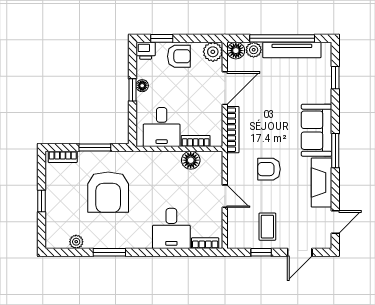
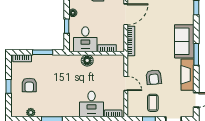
window: (132, 90) -> (67, 26), moved
floor lamp: (191, 160) -> (87, 60), moved
armchair: (269, 169) -> (154, 77), moved, turned -96
armchair: (108, 192) -> (29, 85), moved, width x0.53, depth x0.53

